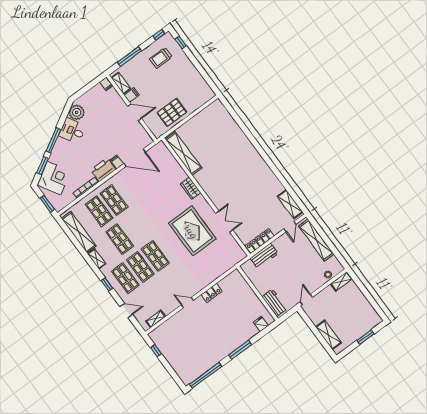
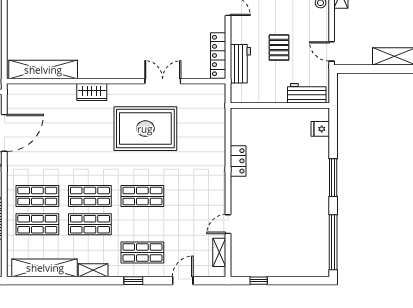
shop shelf: (140, 267) -> (90, 196), moved
pallet: (288, 270) -> (279, 48), added
door: (187, 303) -> (228, 224), moved

